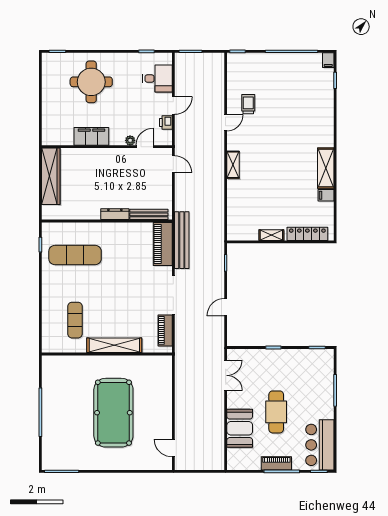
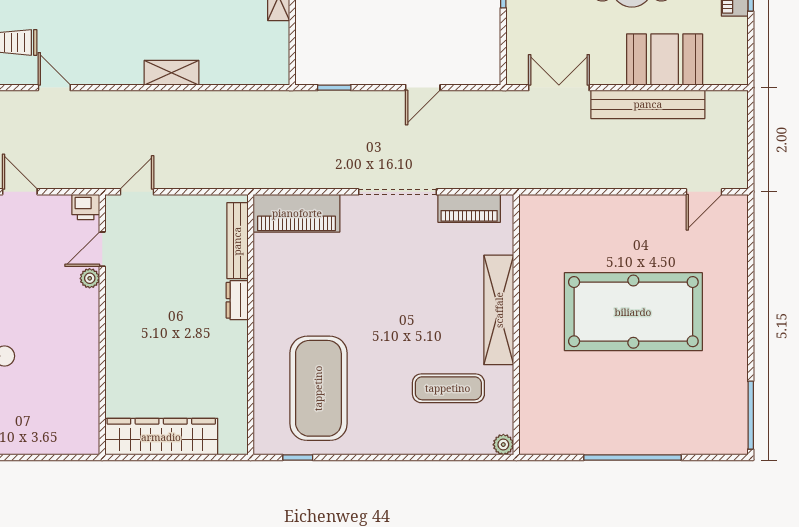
printer: (166, 122) -> (86, 207), moved
filing cabinet: (91, 136) -> (82, 356), removed
door: (145, 147) -> (102, 249), hinge flipped
shelving: (233, 165) -> (172, 73), moved
dresser: (115, 214) -> (237, 300), width x0.70
bench: (182, 240) -> (648, 104), moved
exercise mat: (75, 255) -> (318, 388), width x1.47
door: (226, 307) -> (423, 88), hinge flipped
plant: (47, 348) -> (503, 445), added

